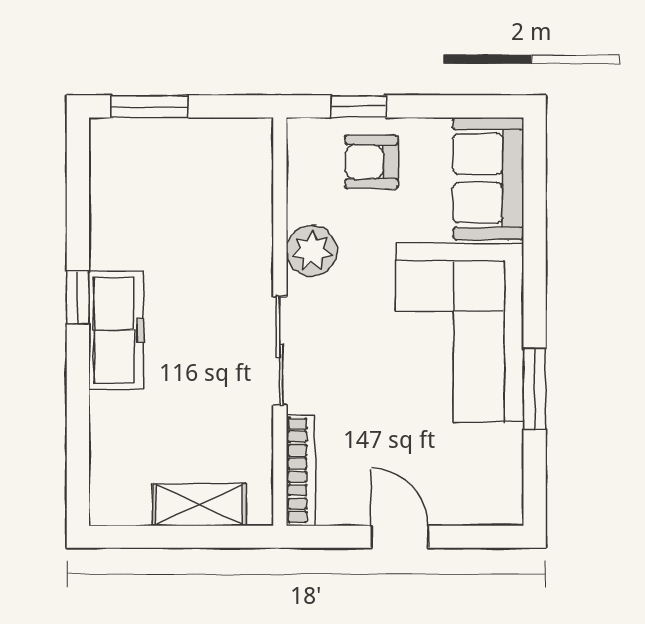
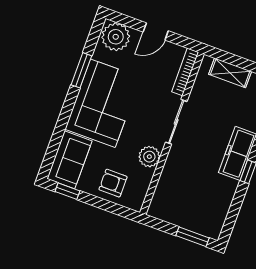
window: (358, 106) -> (67, 191), moved
armchair: (372, 162) -> (113, 183), turned 180
plant: (485, 492) -> (116, 37), added
door: (400, 537) -> (156, 31), hinge flipped

